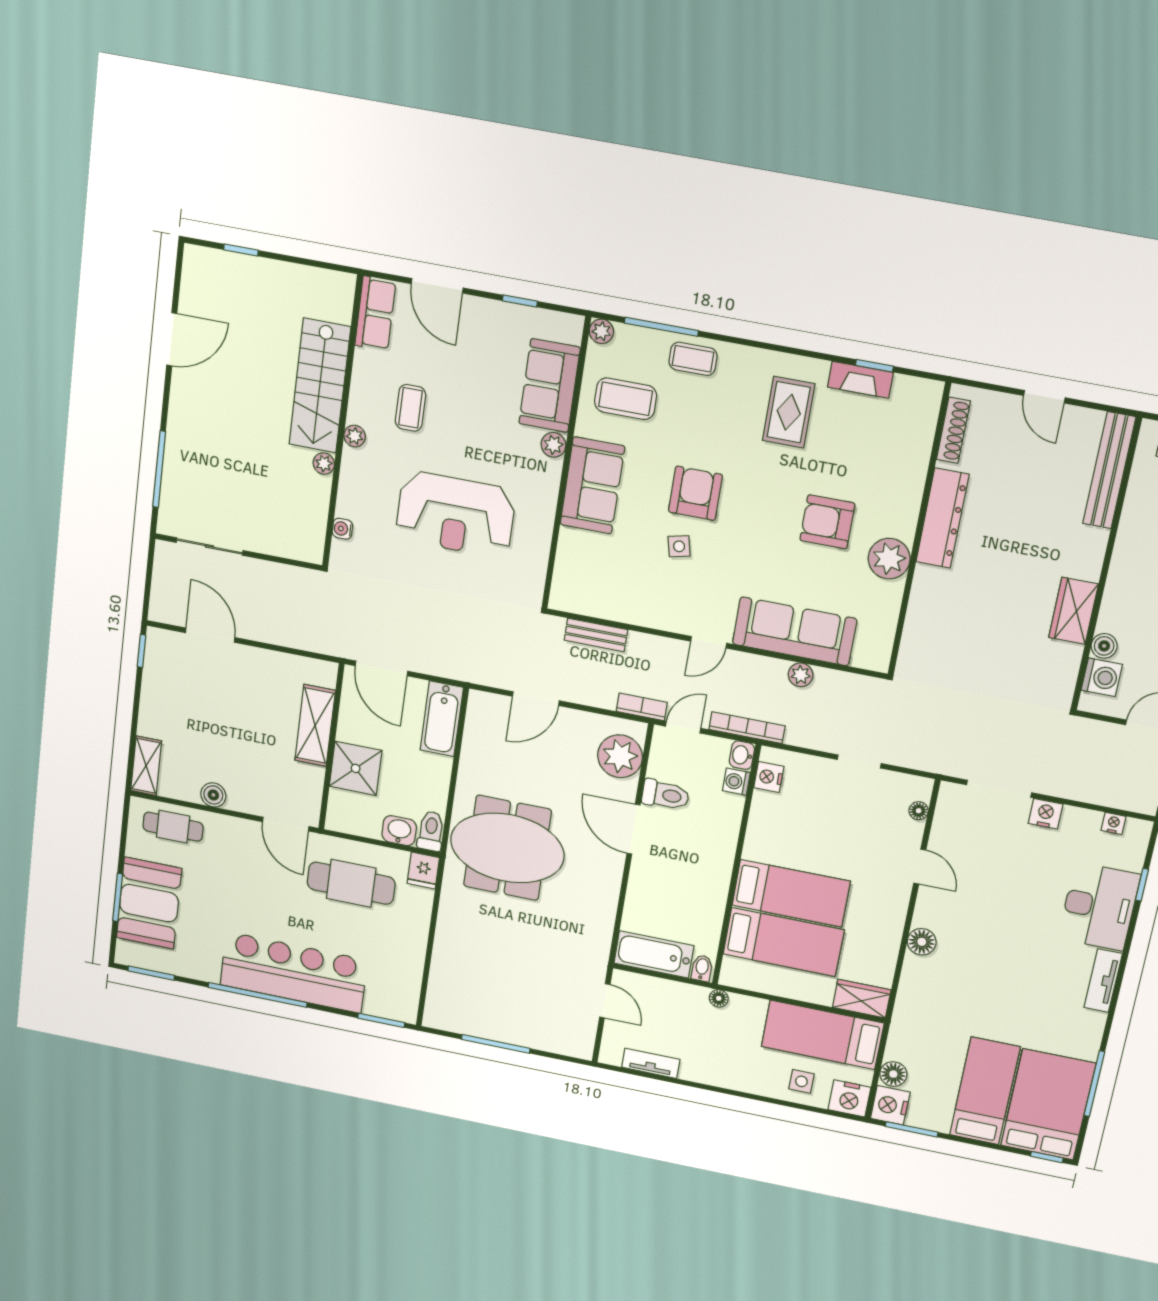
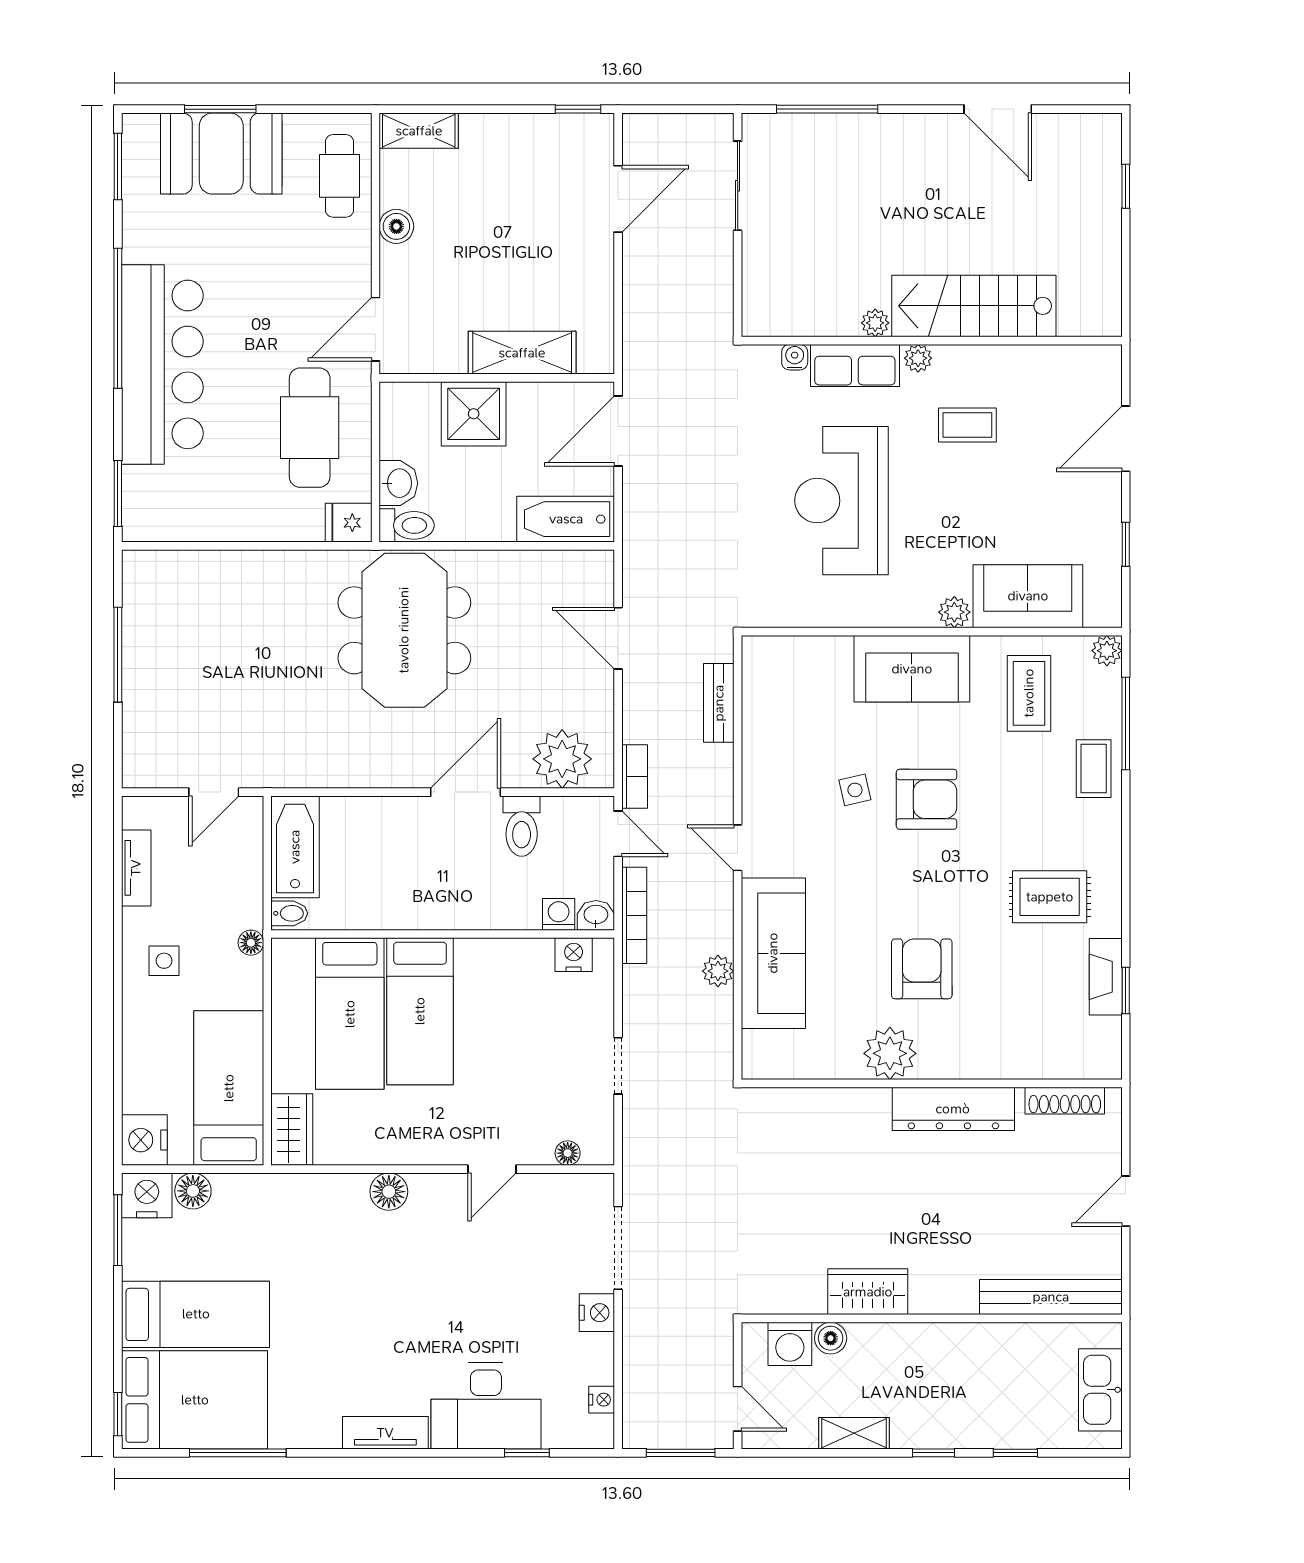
row of seats: (375, 313) -> (855, 365), moved
side table: (801, 1081) -> (164, 961), moved

